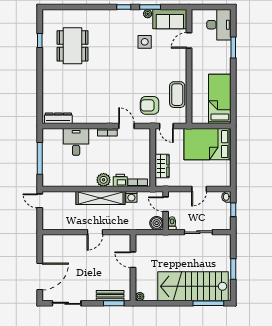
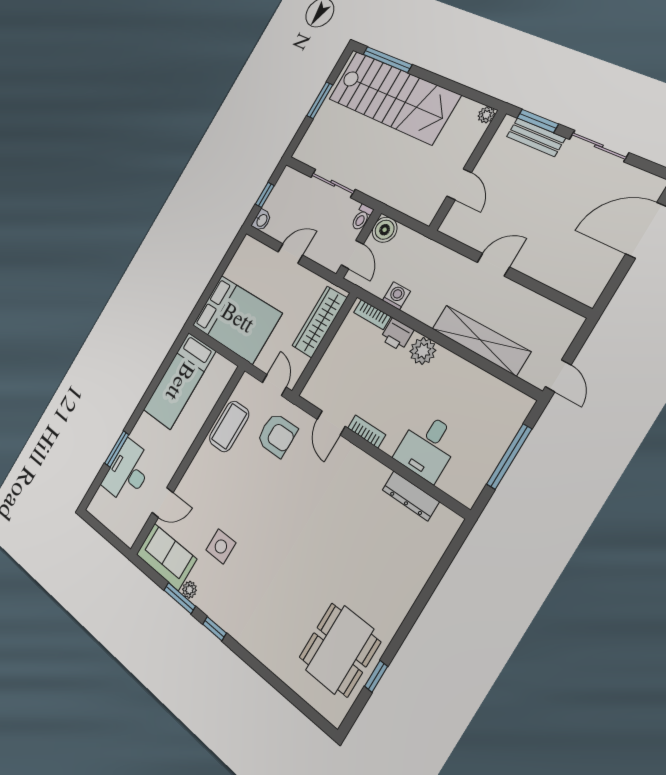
desk: (219, 25) -> (128, 472), moved
dining table: (72, 46) -> (339, 650), moved
dresser: (58, 118) -> (411, 496), moved
wardrobe: (162, 166) -> (319, 322), width x1.50
shelving: (101, 198) -> (481, 340), moved
sliding door: (67, 303) -> (599, 146), moved

